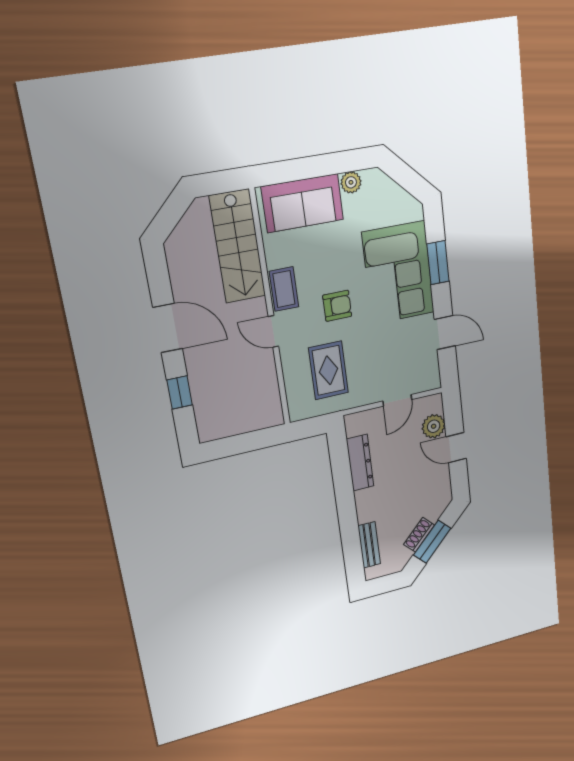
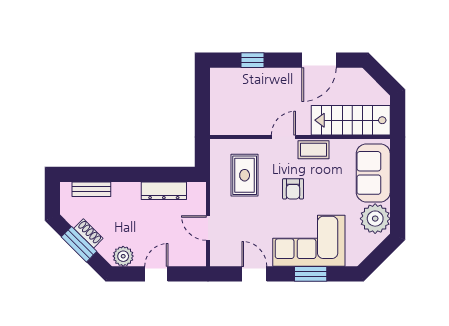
plant: (351, 182) -> (375, 219), width x1.87, depth x1.87
door: (168, 328) -> (319, 60), moved
door: (445, 333) -> (254, 274), swing flipped
rug: (329, 370) -> (245, 175), turned 90
plant: (434, 426) -> (123, 256), moved

